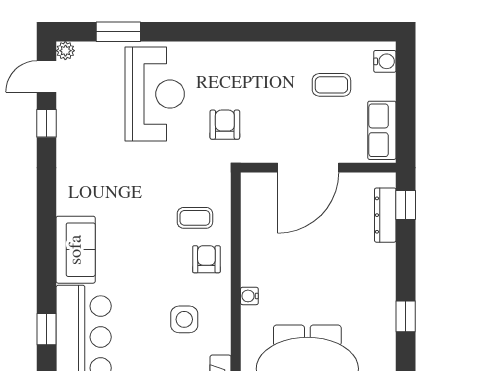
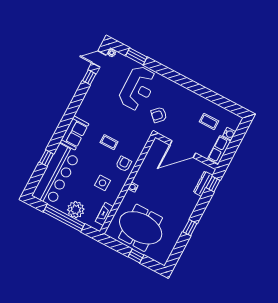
water cooler: (385, 61) -> (229, 134), moved
armchair: (225, 125) -> (159, 115), turned -136
coffee table: (195, 218) -> (109, 142), moved

